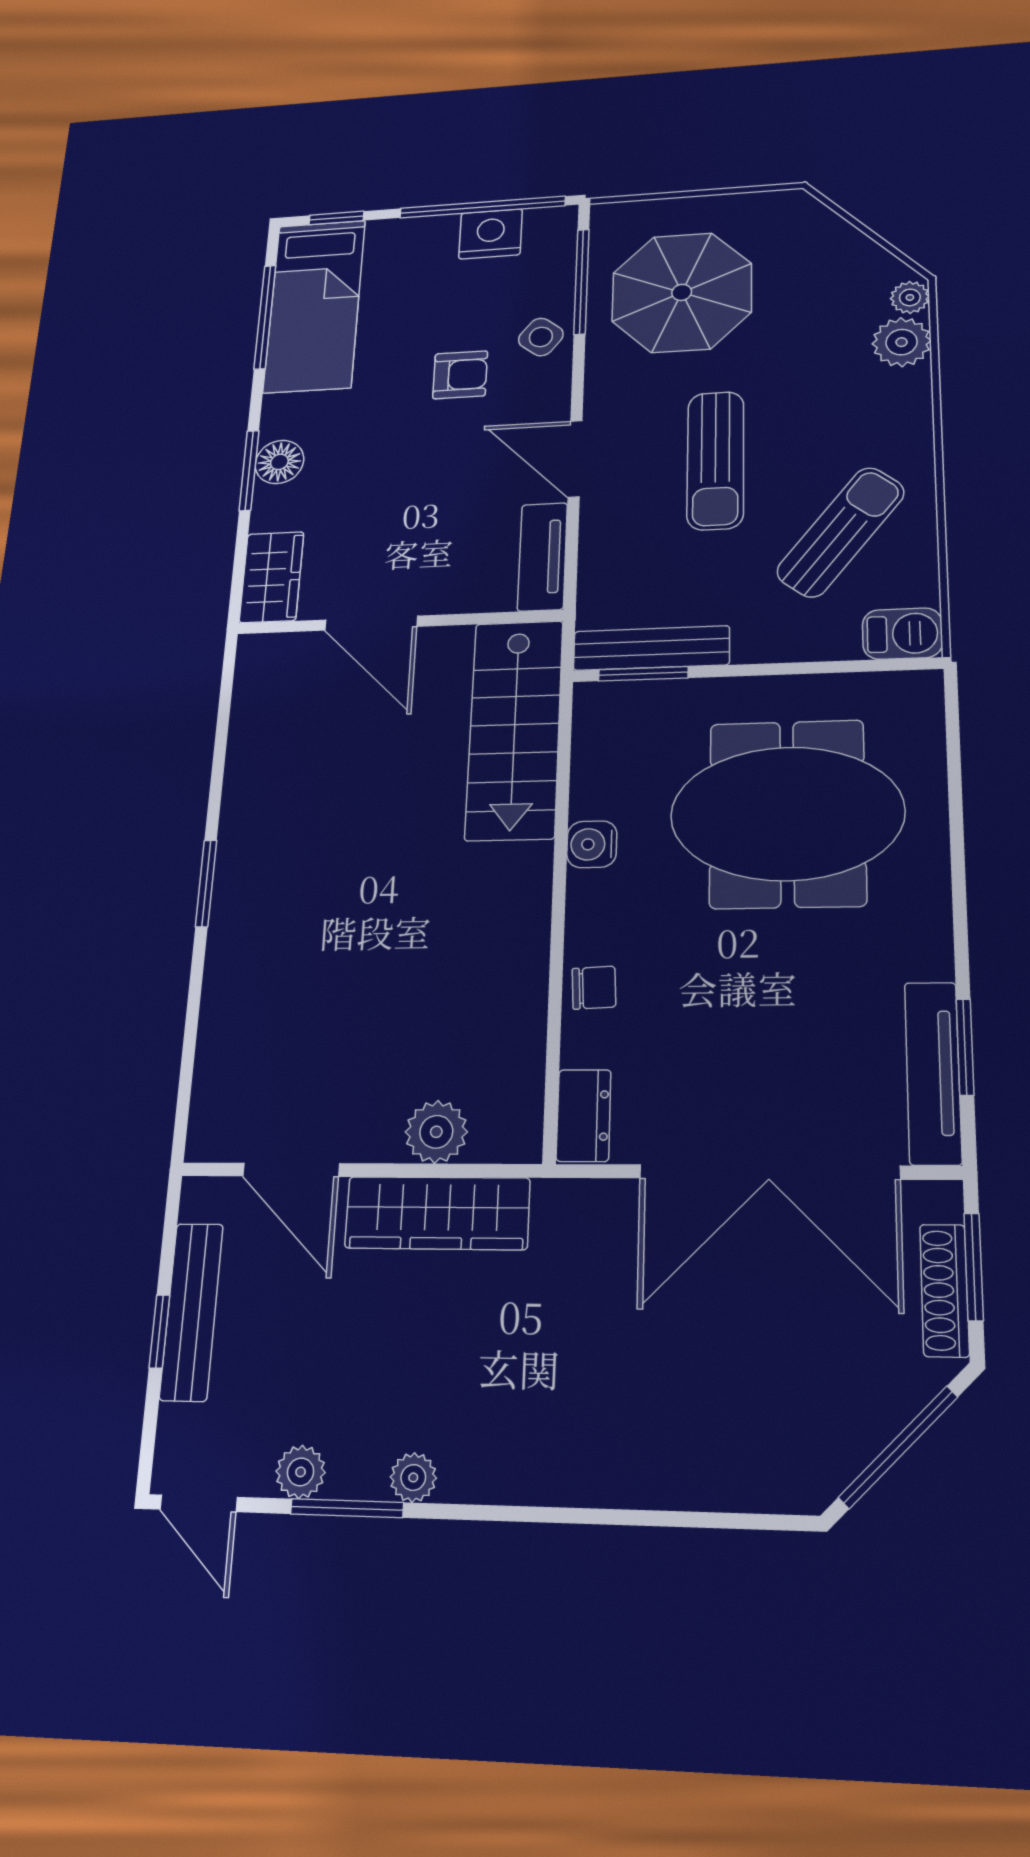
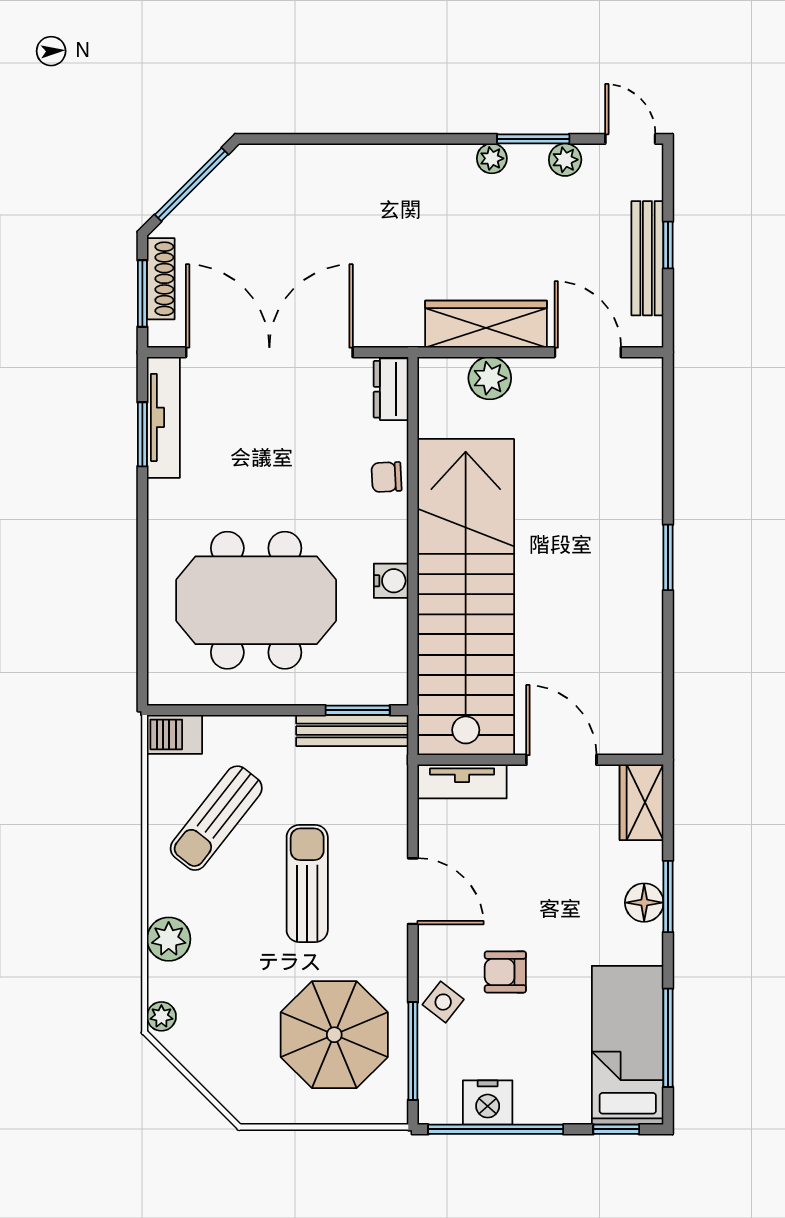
plant: (902, 342) -> (169, 939), moved
tv unit: (543, 557) -> (462, 781), moved, turned 90
stairs: (514, 729) -> (466, 597), width x1.86, depth x1.51

